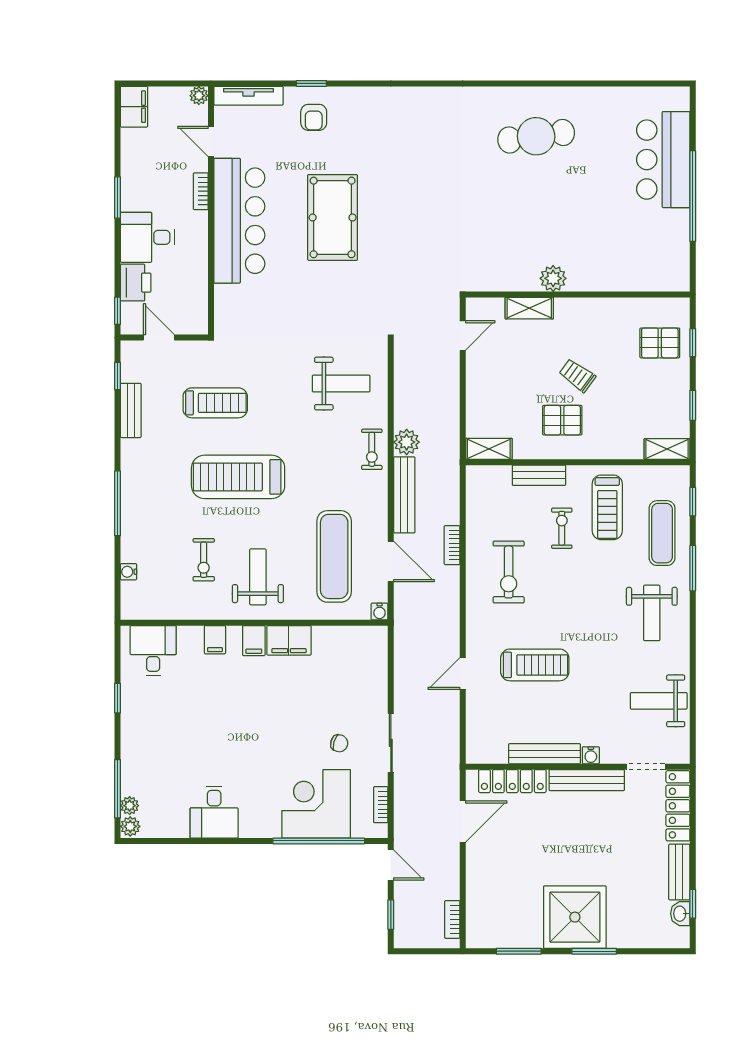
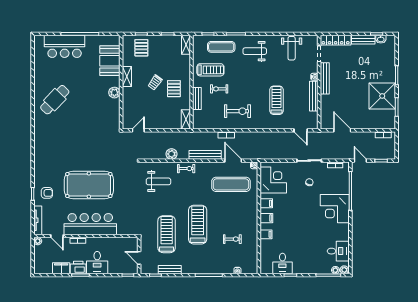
filing cabinet: (134, 107) -> (61, 268), moved
cafe table: (536, 136) -> (55, 100), turned 52
door: (211, 141) -> (57, 236), hinge flipped
pool table: (333, 217) -> (89, 185), width x1.36, depth x1.32
booth: (629, 268) -> (110, 61), added
printer: (136, 283) -> (78, 268), moved
shelving: (529, 308) -> (127, 76), moved
door: (463, 335) -> (138, 130), hinge flipped
door: (159, 338) -> (139, 258), hinge flipped
weight bench: (341, 384) -> (158, 181), turned 90
treadmill: (215, 403) -> (167, 234), width x1.37, depth x1.38
plant: (407, 442) -> (171, 154), moved
treadmill: (238, 477) -> (198, 225), turned 180
door: (391, 561) -> (233, 161), hinge flipped
weight bench: (258, 577) -> (240, 216), removed
weight bench: (652, 613) -> (255, 51), turned 180
filing cabinet: (289, 640) -> (266, 203), width x0.50
desk: (153, 651) -> (282, 264), moved, turned -90
corner desk: (344, 657) -> (273, 180), added
door: (463, 674) -> (301, 130), moved
locker: (512, 781) -> (325, 110), removed
corner desk: (316, 804) -> (335, 209), moved
desk: (214, 812) -> (338, 251), moved
door: (391, 865) -> (360, 161), hinge flipped
shower: (575, 917) -> (382, 96), moved

